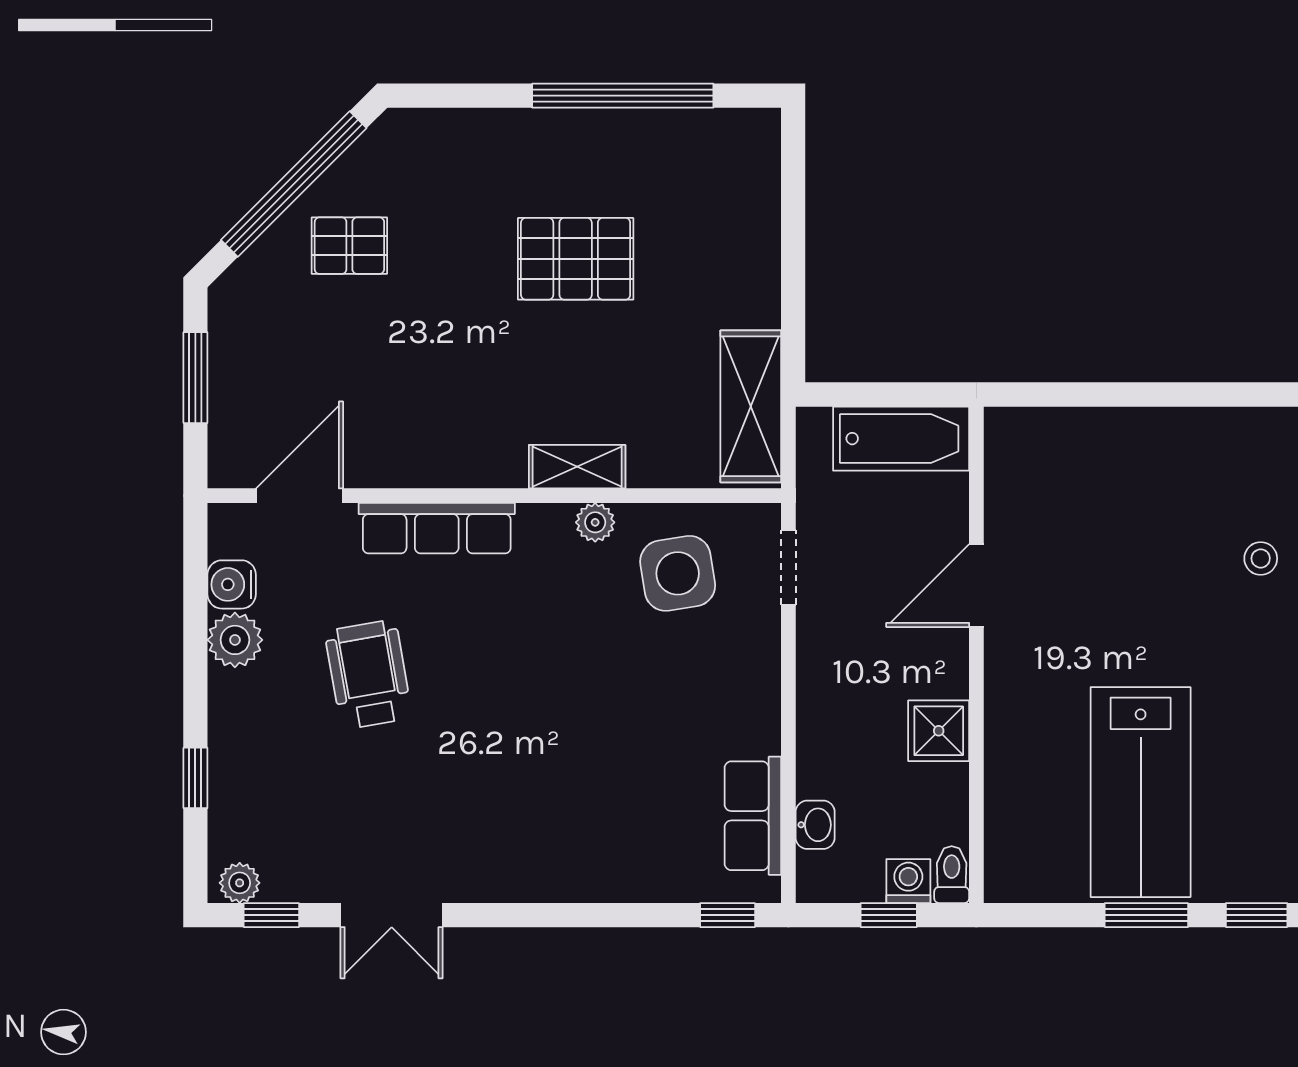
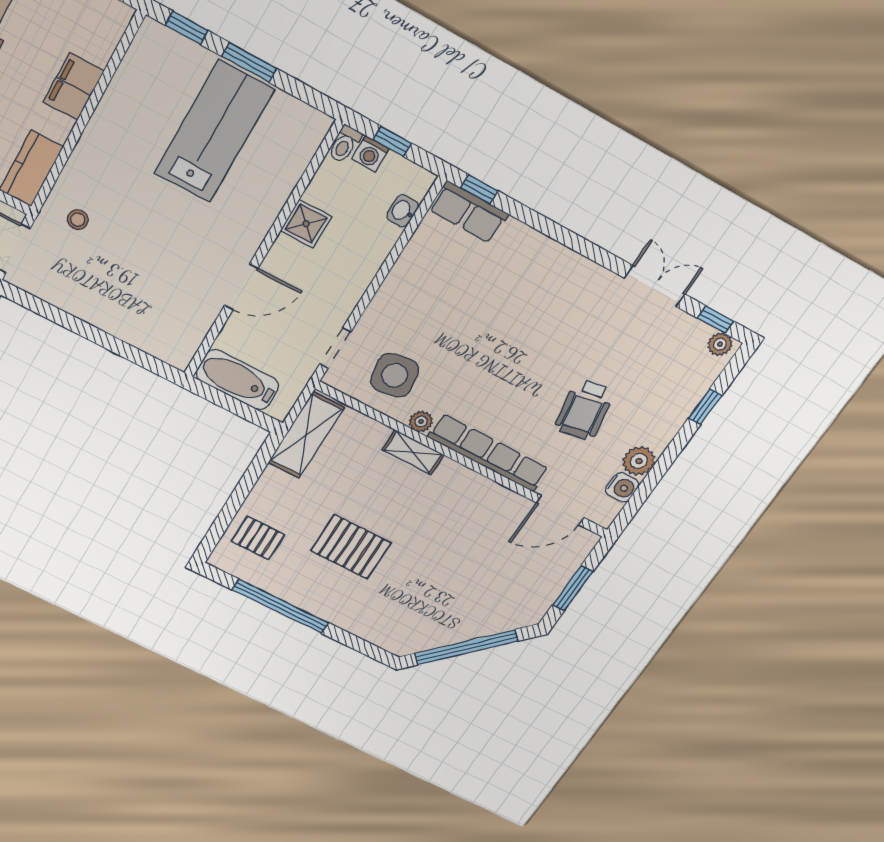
pallet: (349, 246) -> (258, 538), moved
row of seats: (437, 528) -> (488, 453), width x1.36
row of seats: (753, 816) -> (469, 212), moved, turned 90

